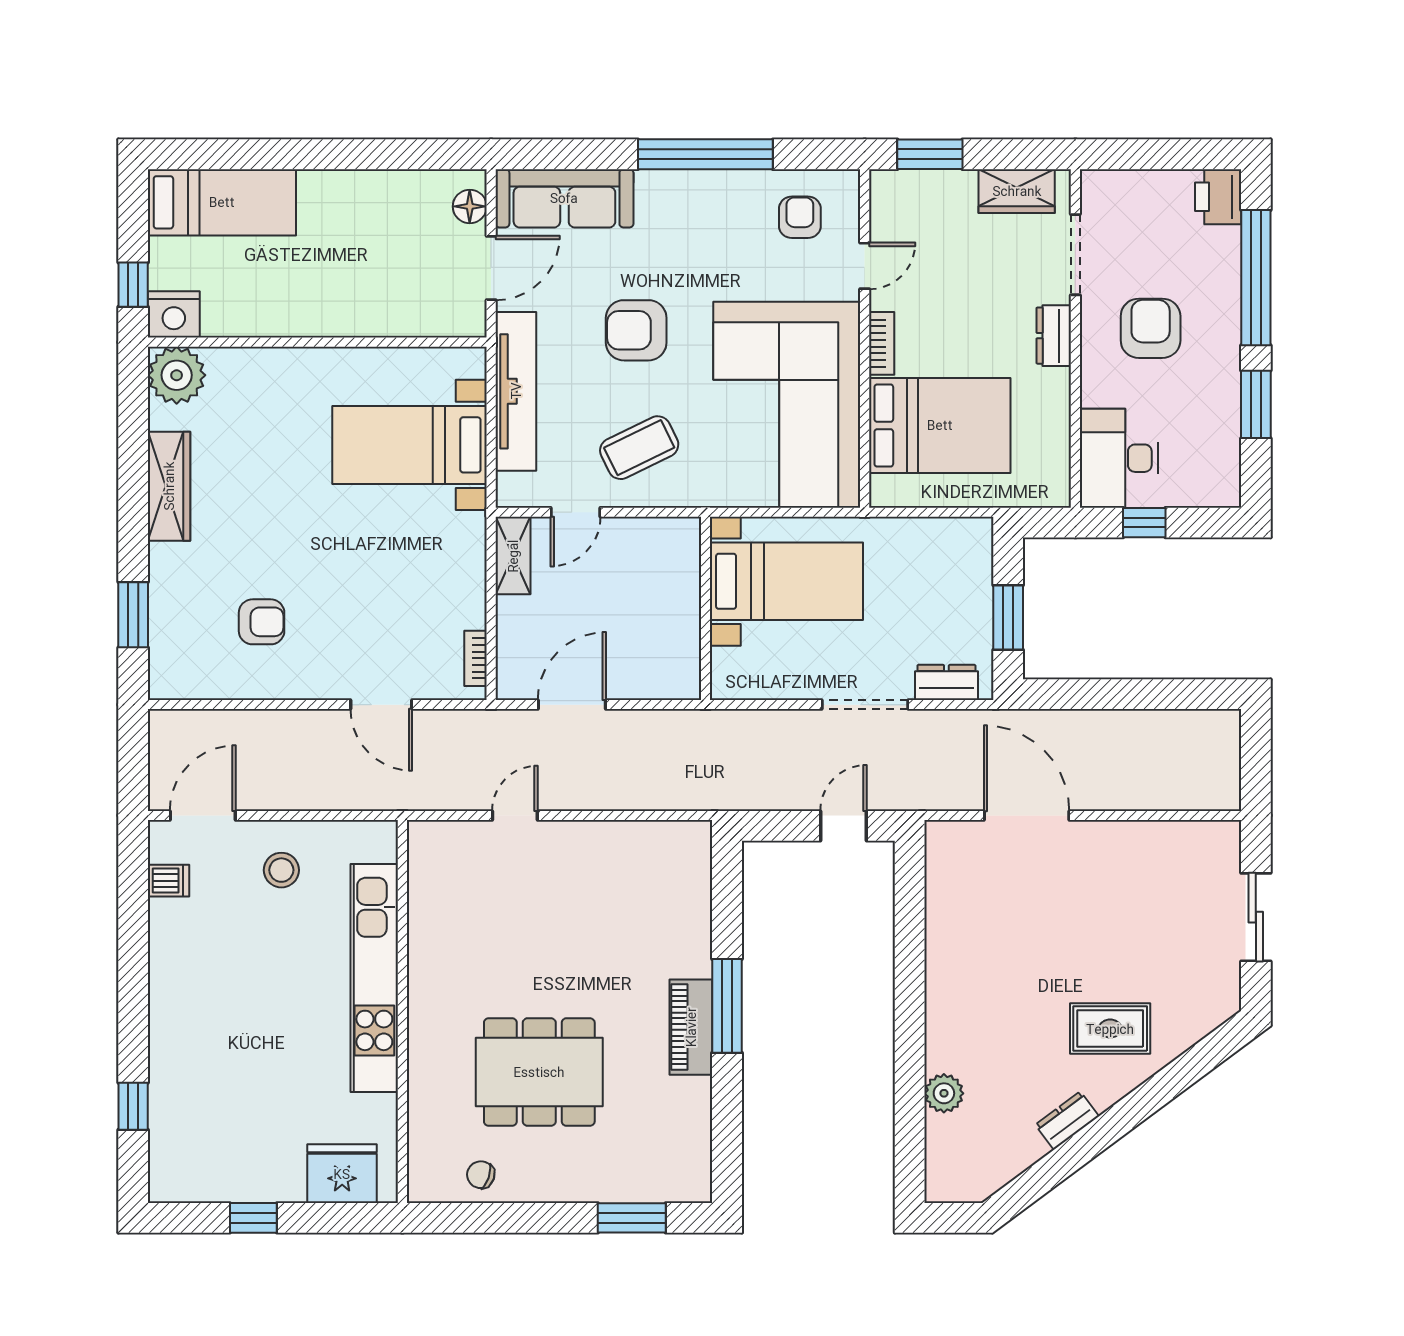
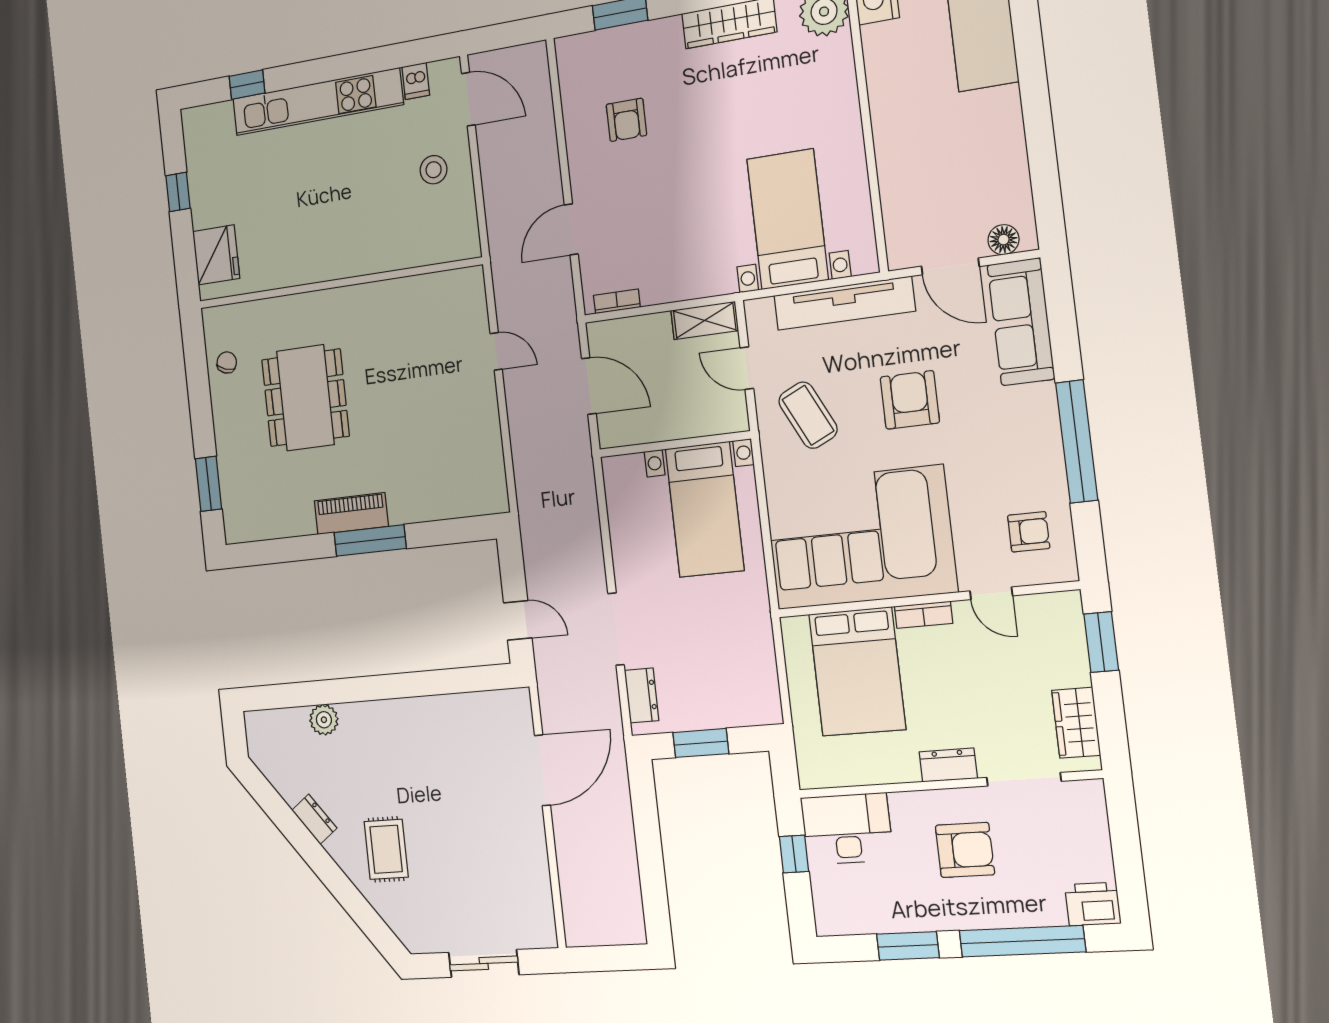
bed with nightstands: (786, 581) -> (705, 509), moved
wall: (706, 608) -> (674, 444), moved
kitchen unit: (374, 978) -> (317, 102), moved, turned 180

